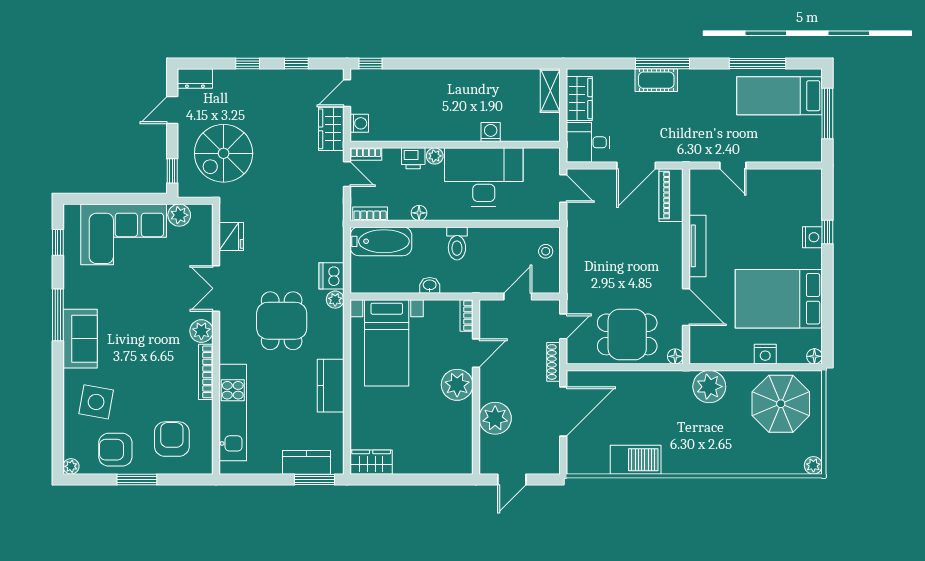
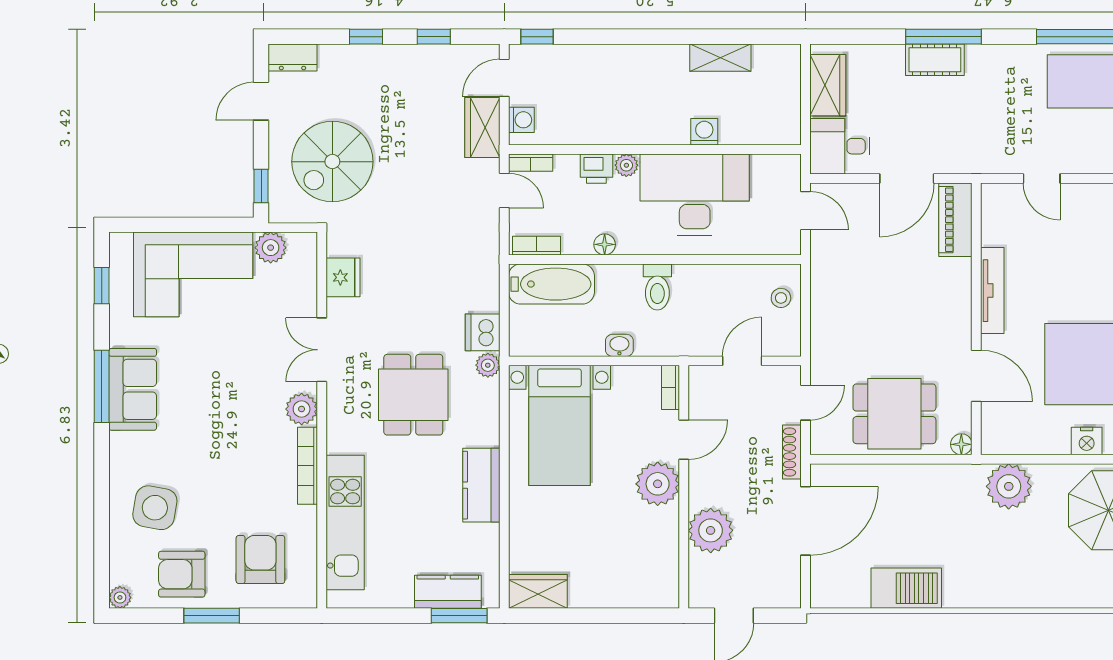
shelving: (550, 91) -> (720, 58), moved, turned 90
sofa: (80, 339) -> (133, 389), moved

